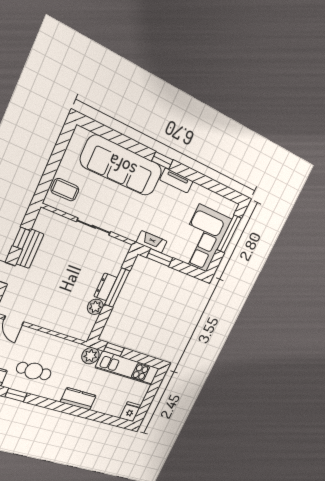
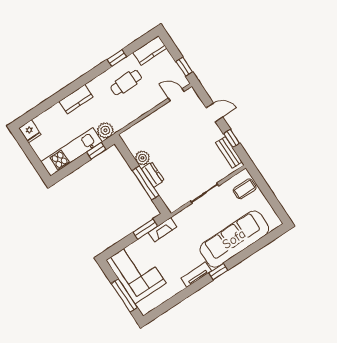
bench: (30, 249) -> (229, 152), moved

